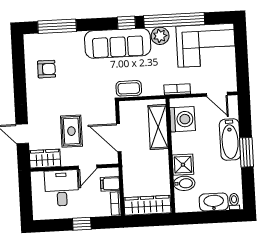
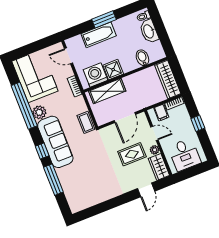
window: (126, 23) -> (42, 151), moved
window: (57, 26) -> (53, 180), moved
armchair: (46, 69) -> (92, 188), removed
door: (217, 94) -> (68, 56), swing flipped
plant: (67, 160) -> (155, 150), added
shower: (183, 165) -> (113, 70), moved
desk: (62, 188) -> (185, 155), moved, turned -90

